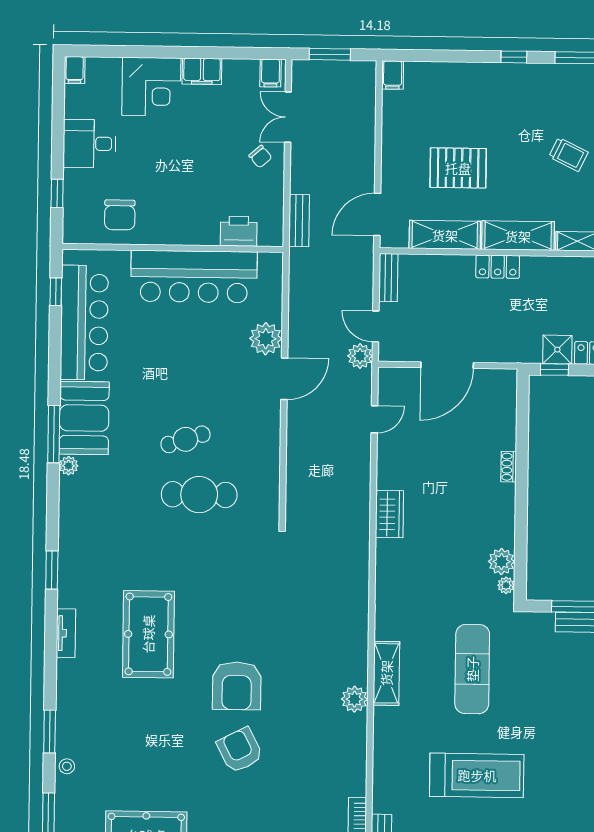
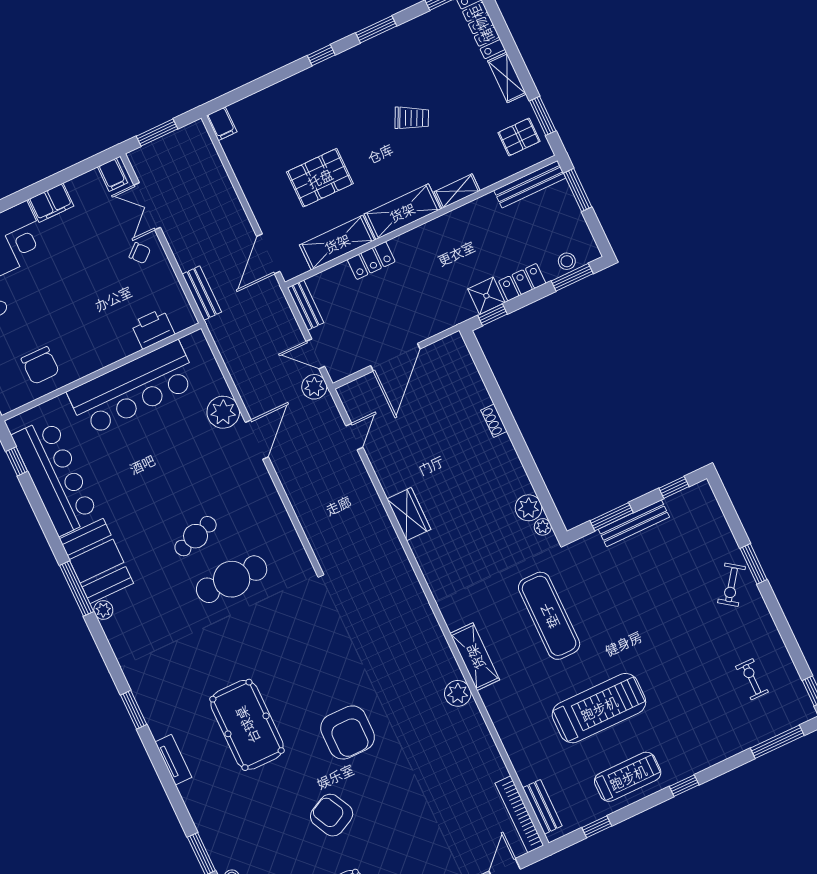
locker: (498, 267) -> (371, 261), moved
armchair: (240, 750) -> (332, 815), moved

